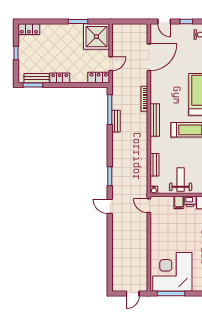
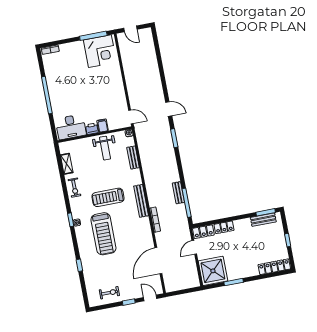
locker: (29, 29) -> (274, 267), width x1.53
locker: (60, 78) -> (224, 227), moved
corner desk: (172, 272) -> (100, 51), width x0.74, depth x0.74
door: (133, 294) -> (130, 29), swing flipped

